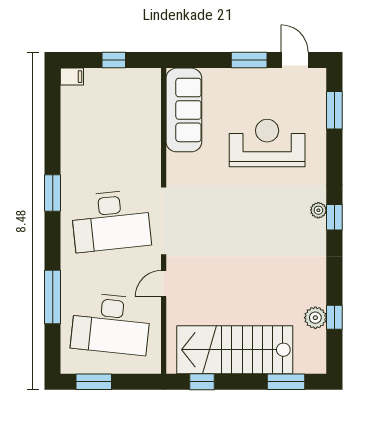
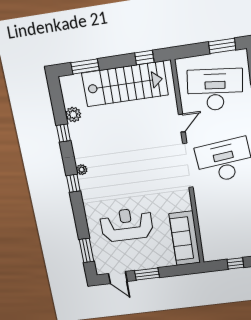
reception desk: (267, 143) -> (127, 225), turned 180
plant: (318, 210) -> (82, 170), moved
window: (334, 317) -> (63, 133), moved

